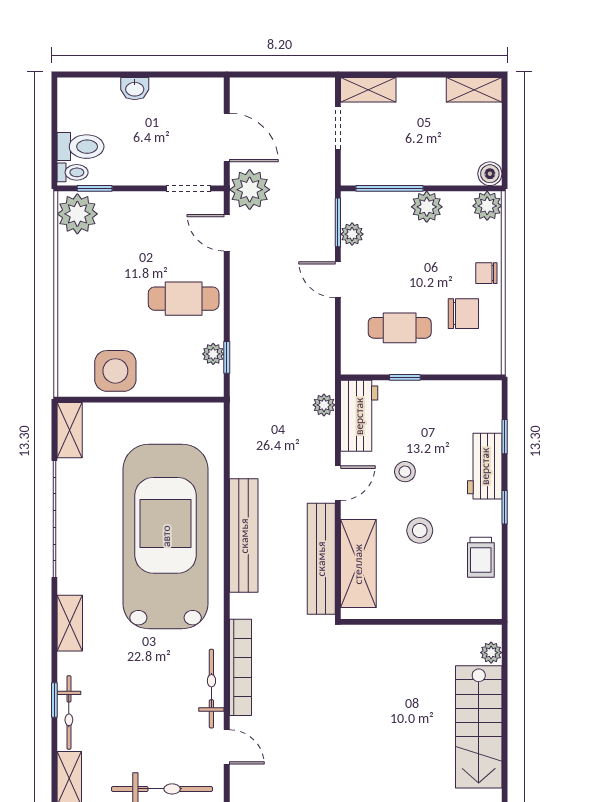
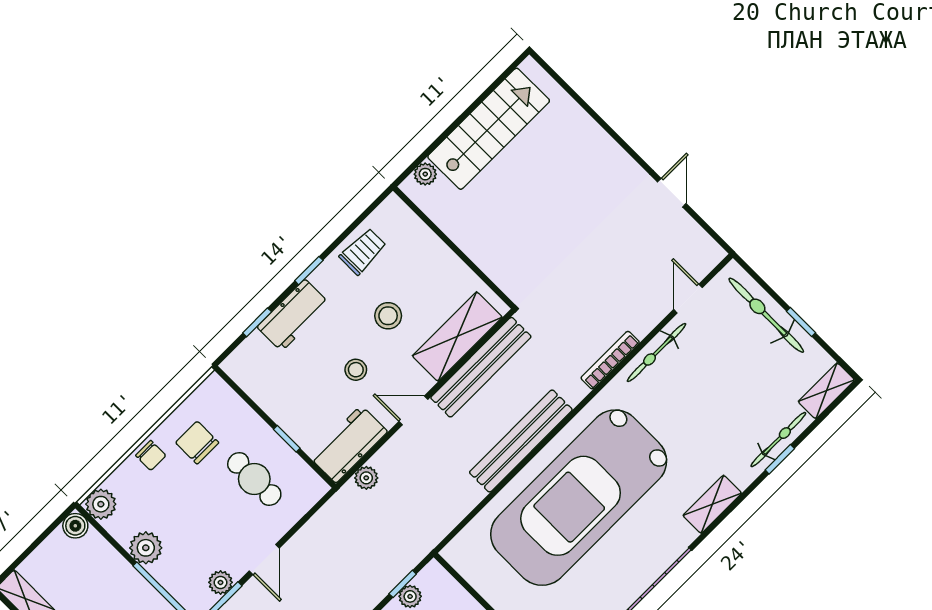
bookcase: (240, 667) -> (610, 360), width x0.68, depth x0.76

